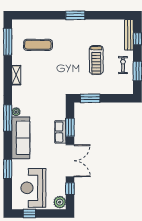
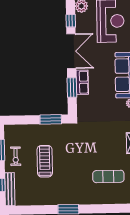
double door: (70, 161) -> (71, 51), swing flipped

